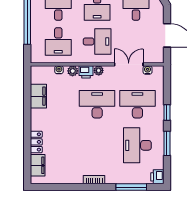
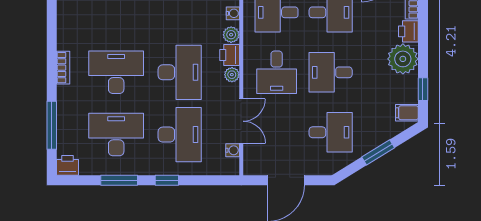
desk: (97, 145) -> (116, 72), added

